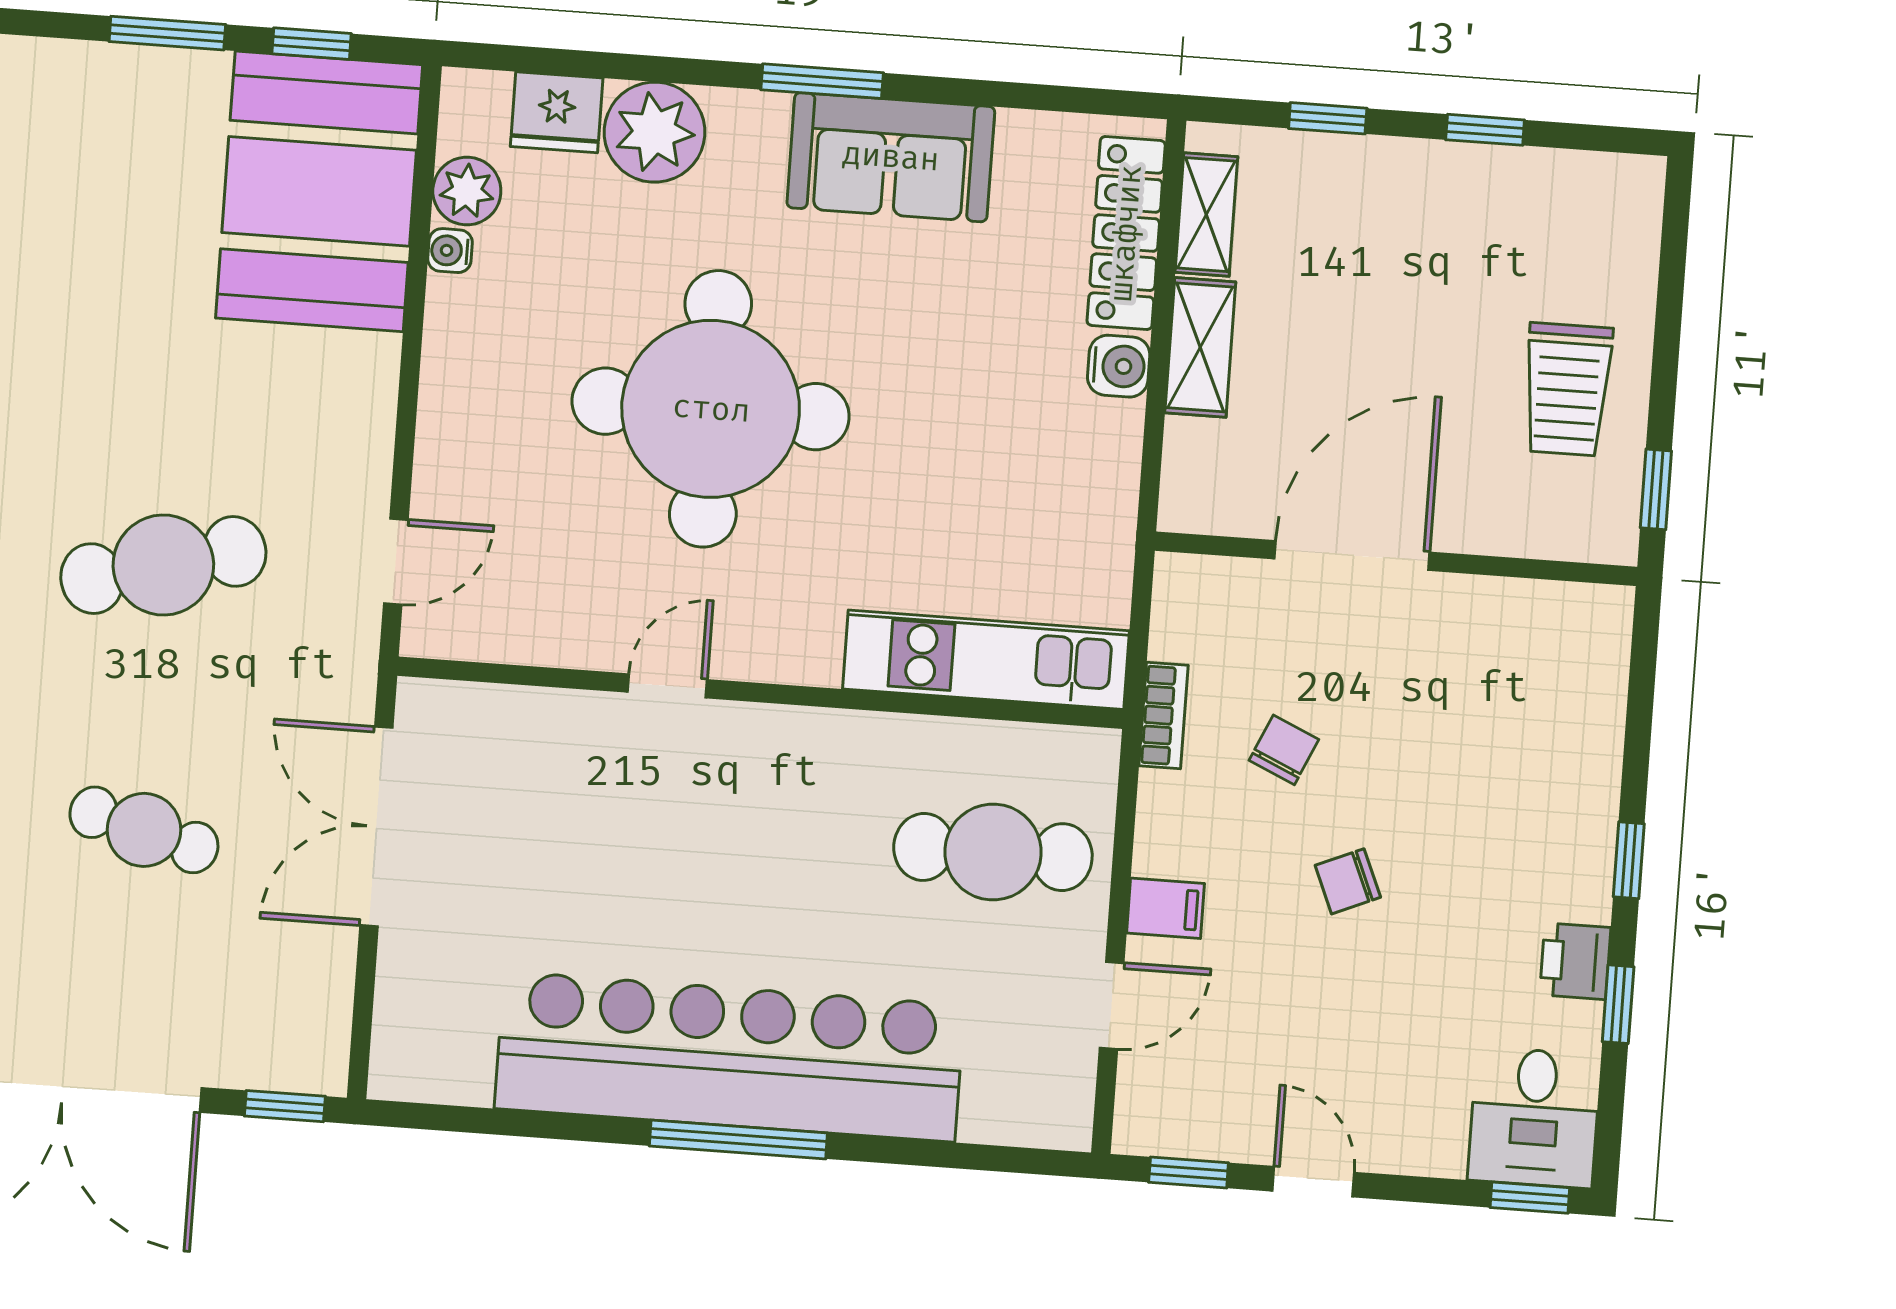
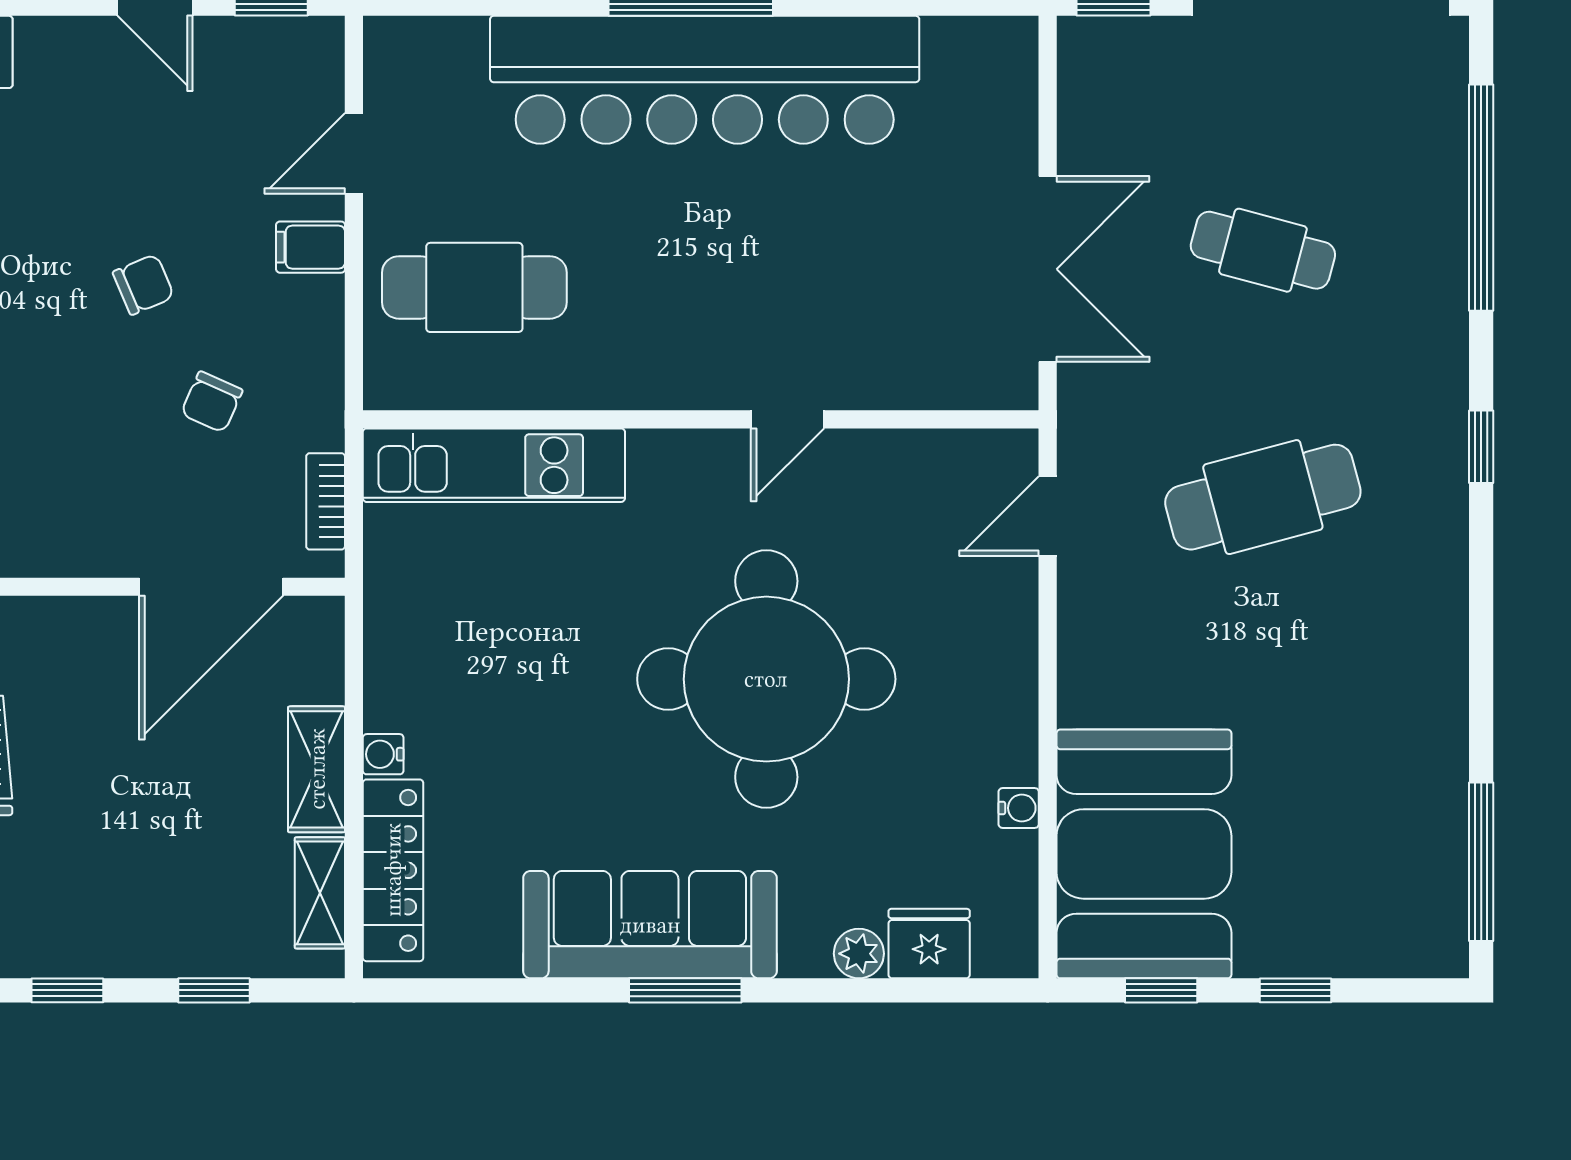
window: (167, 33) -> (1295, 990), width x0.67
plant: (655, 132) -> (859, 954), width x0.53, depth x0.53
sofa: (891, 157) -> (650, 925), width x1.36
plant: (467, 191) -> (1007, 864), removed
water cooler: (1119, 366) -> (383, 754), width x0.72, depth x0.72
door: (1352, 556) -> (211, 587), moved
bookcase: (1163, 715) -> (326, 501), moved

